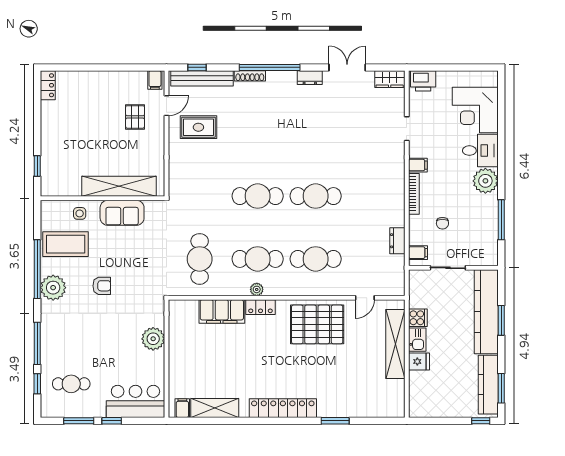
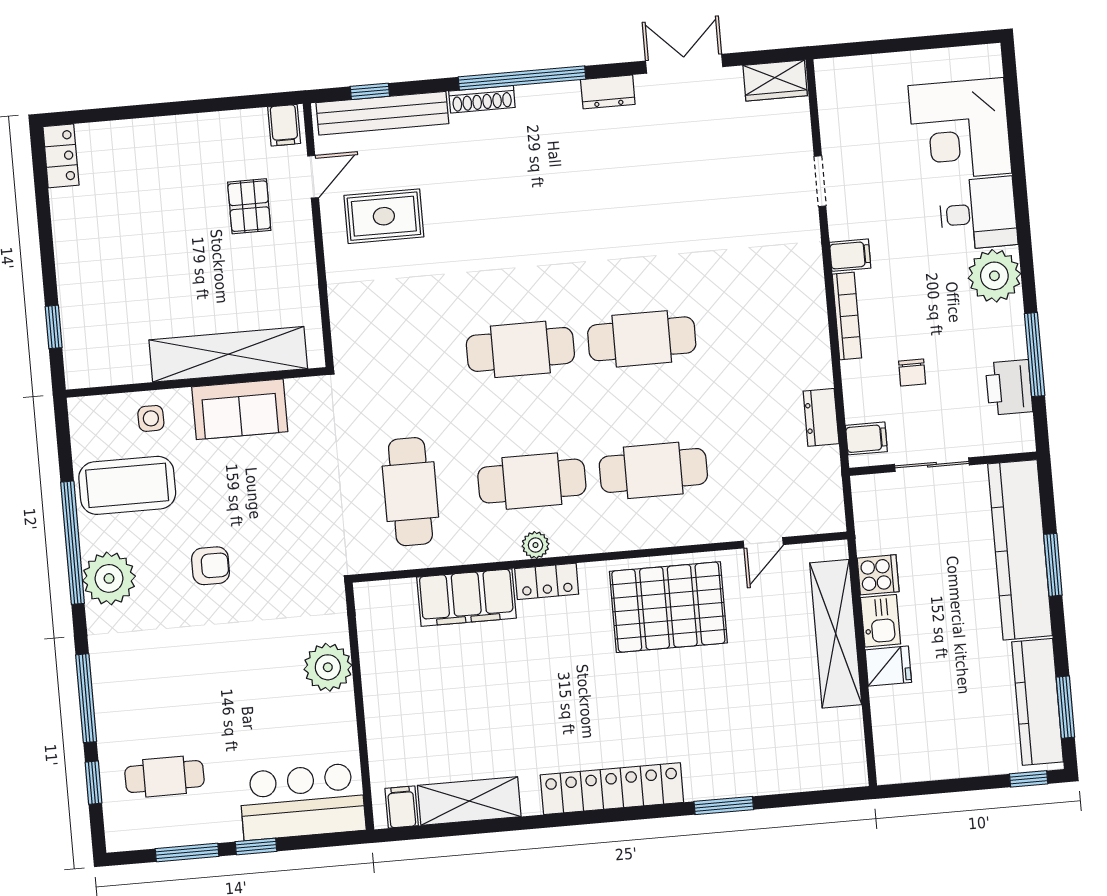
printer: (423, 81) -> (1009, 387), moved, turned 90

